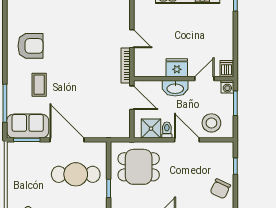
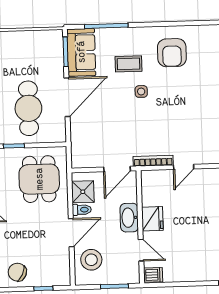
side table: (64, 74) -> (141, 91), added
washing machine: (227, 87) -> (133, 276), removed

